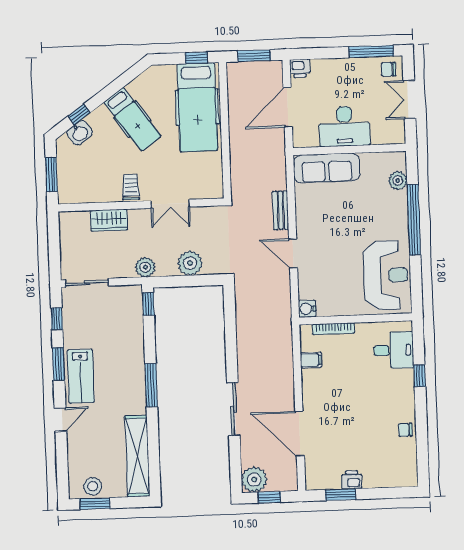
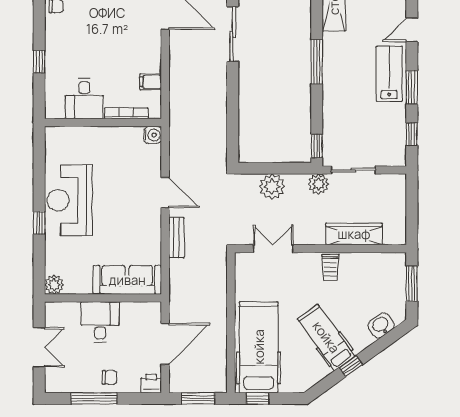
window: (371, 51) -> (94, 398), moved
chair: (388, 69) -> (110, 377), moved
window: (79, 114) -> (351, 366), moved
desk: (344, 126) -> (100, 322), width x0.73
plant: (398, 181) -> (54, 285), moved
double door: (170, 204) -> (273, 249), moved
wardrobe: (109, 220) -> (354, 234), width x1.50
window: (414, 220) -> (39, 223), width x0.32
reception desk: (386, 275) -> (70, 200), moved
sliding door: (87, 283) -> (353, 170), moved
desk: (394, 350) -> (84, 99), moved, turned -90

